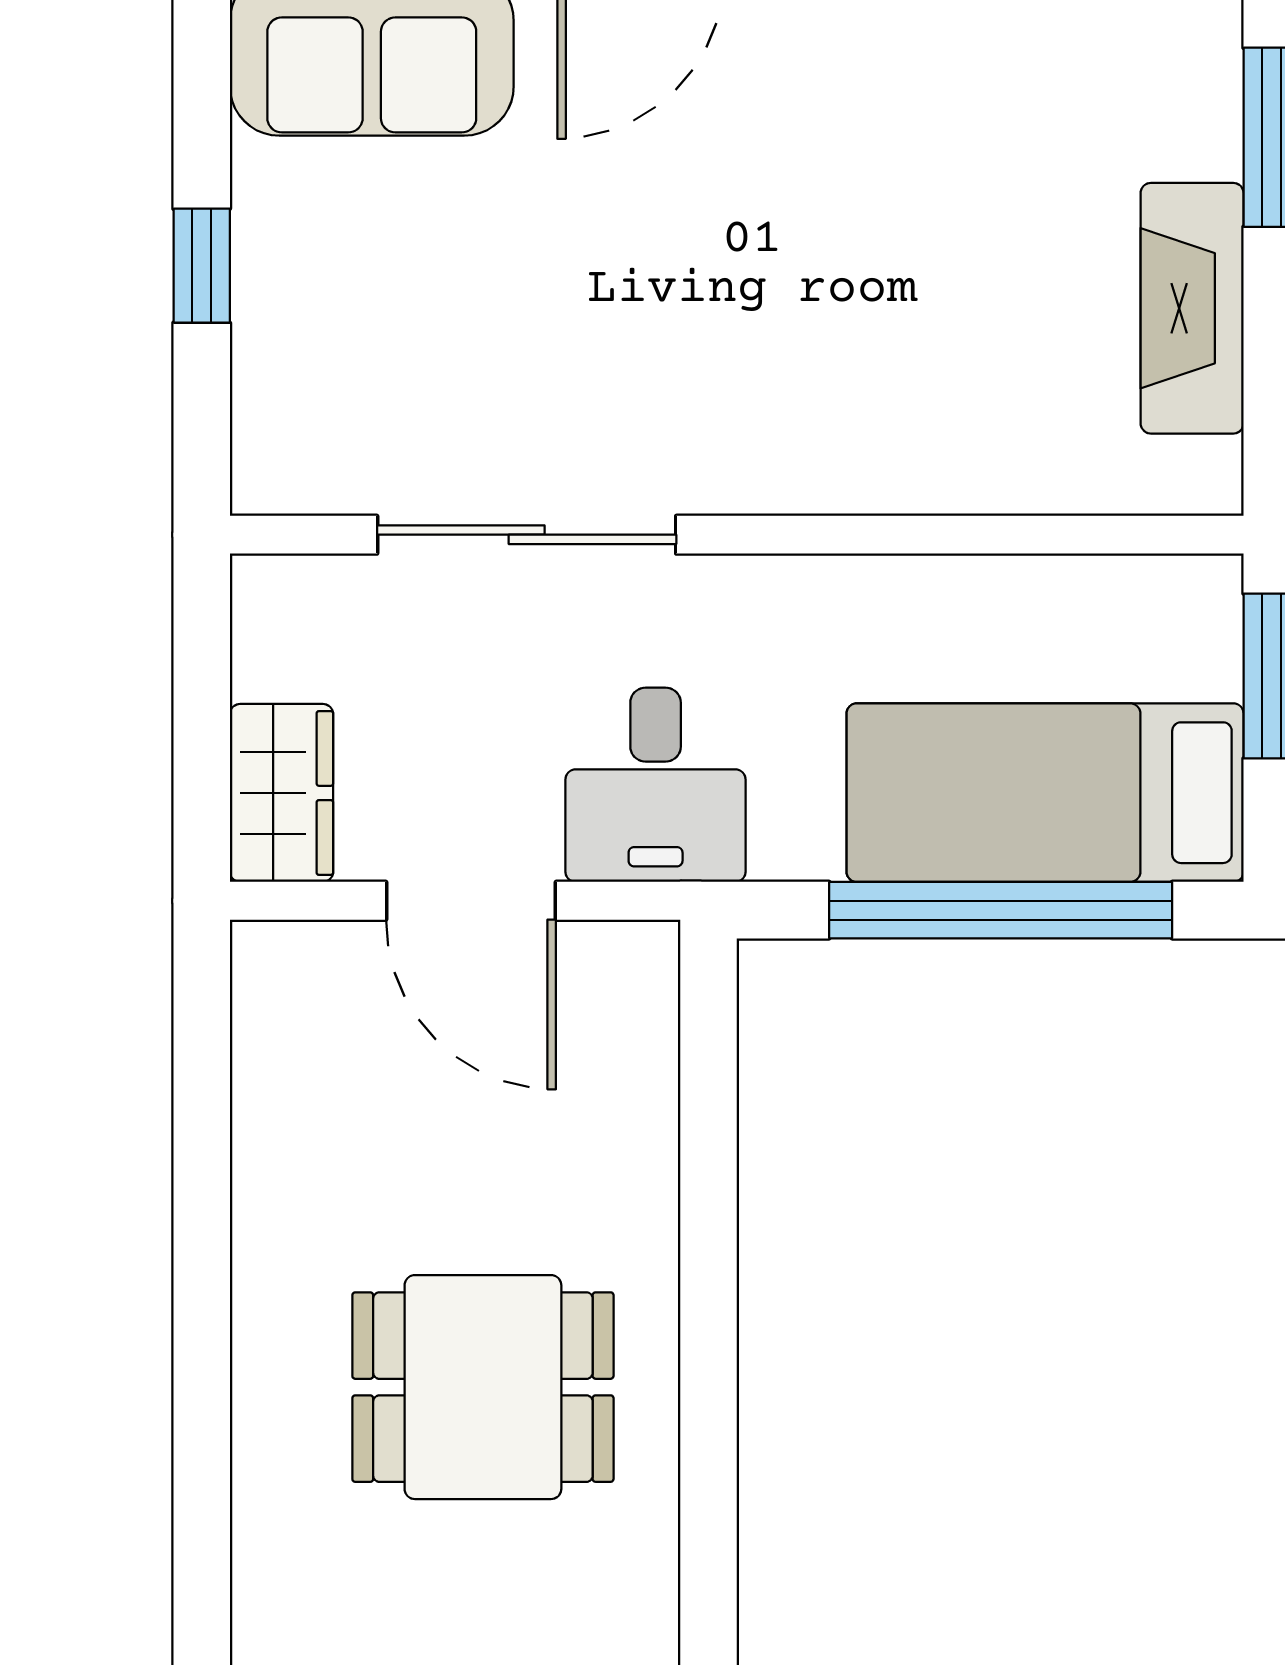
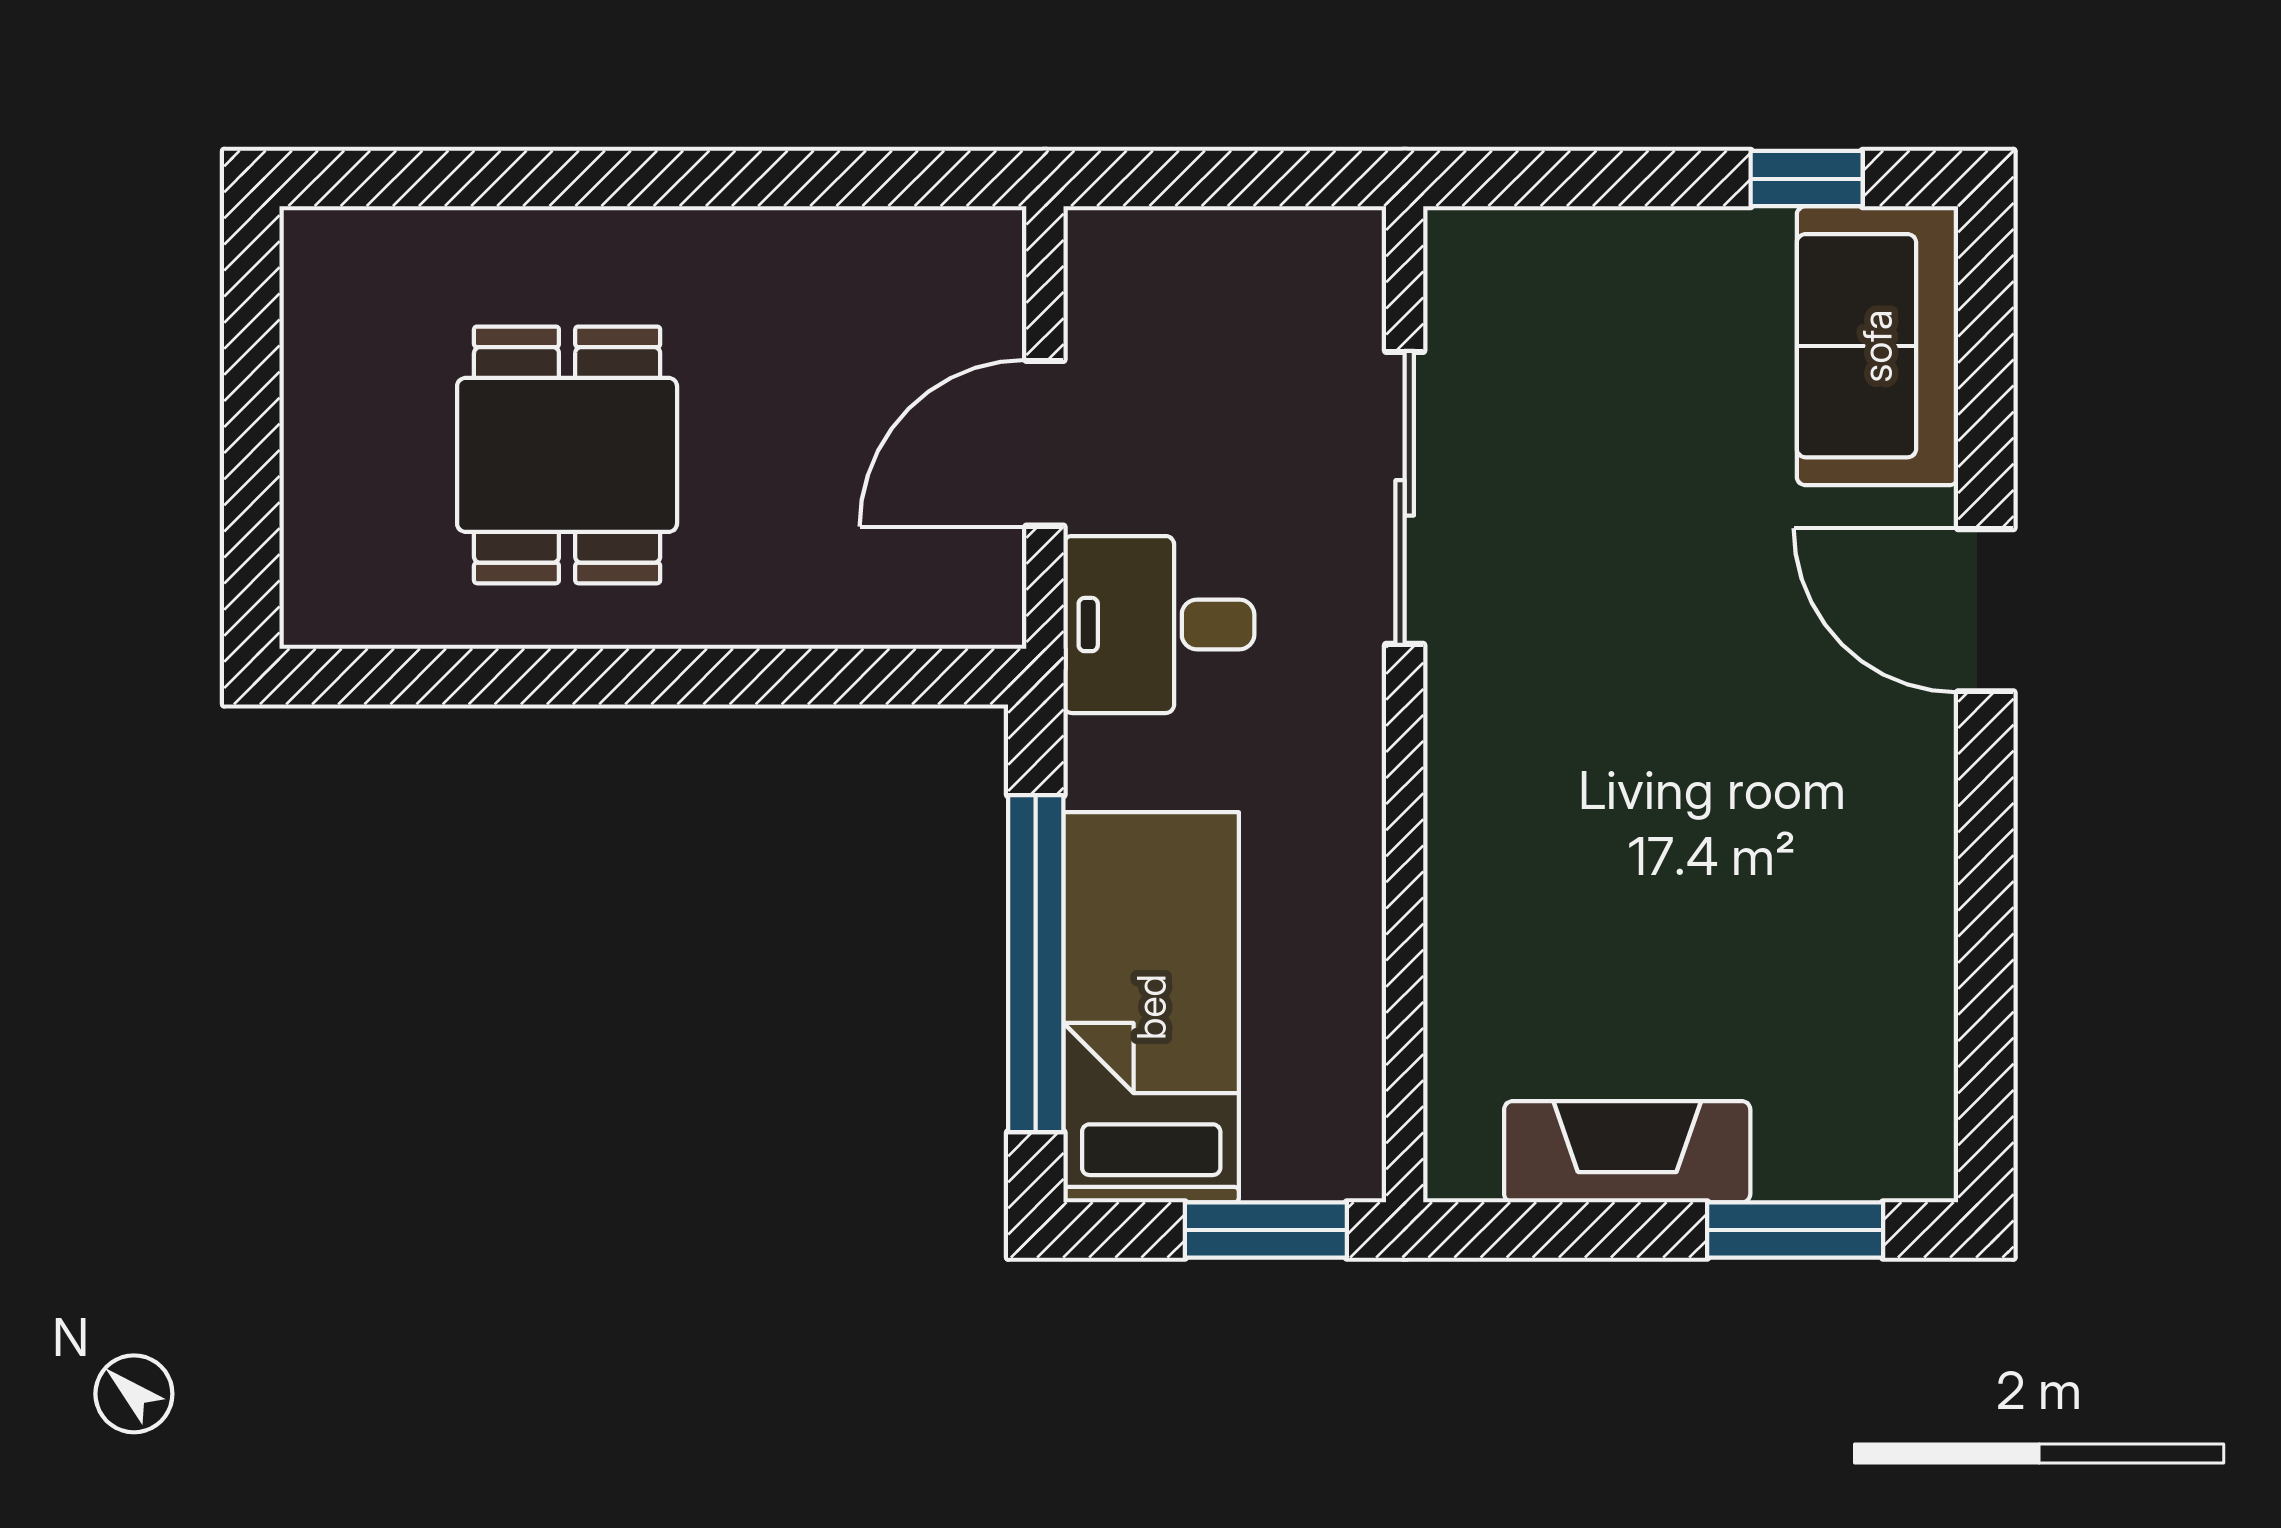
window: (202, 266) -> (1807, 179), moved
wardrobe: (282, 793) -> (1151, 257), removed

